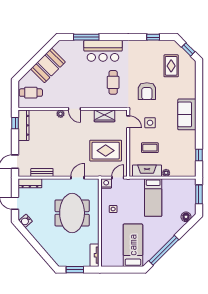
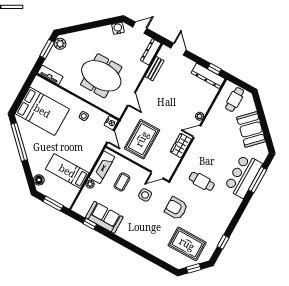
bar counter: (103, 51) -> (243, 176), moved
rug: (171, 66) -> (187, 244), width x1.36, depth x1.43
sofa: (187, 114) -> (104, 217), moved
wardrobe: (105, 116) -> (181, 145), moved
bed: (153, 198) -> (67, 171), moved
bed: (133, 245) -> (42, 111), width x1.50
plant: (65, 261) -> (60, 44), added

